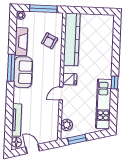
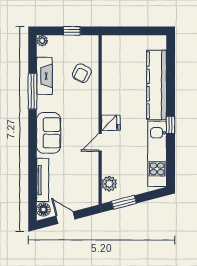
window: (43, 9) -> (72, 31), width x0.46
kitchen counter: (72, 39) -> (157, 85), moved, turned 180
window: (11, 68) -> (32, 91), moved
sofa: (23, 72) -> (49, 133), moved

